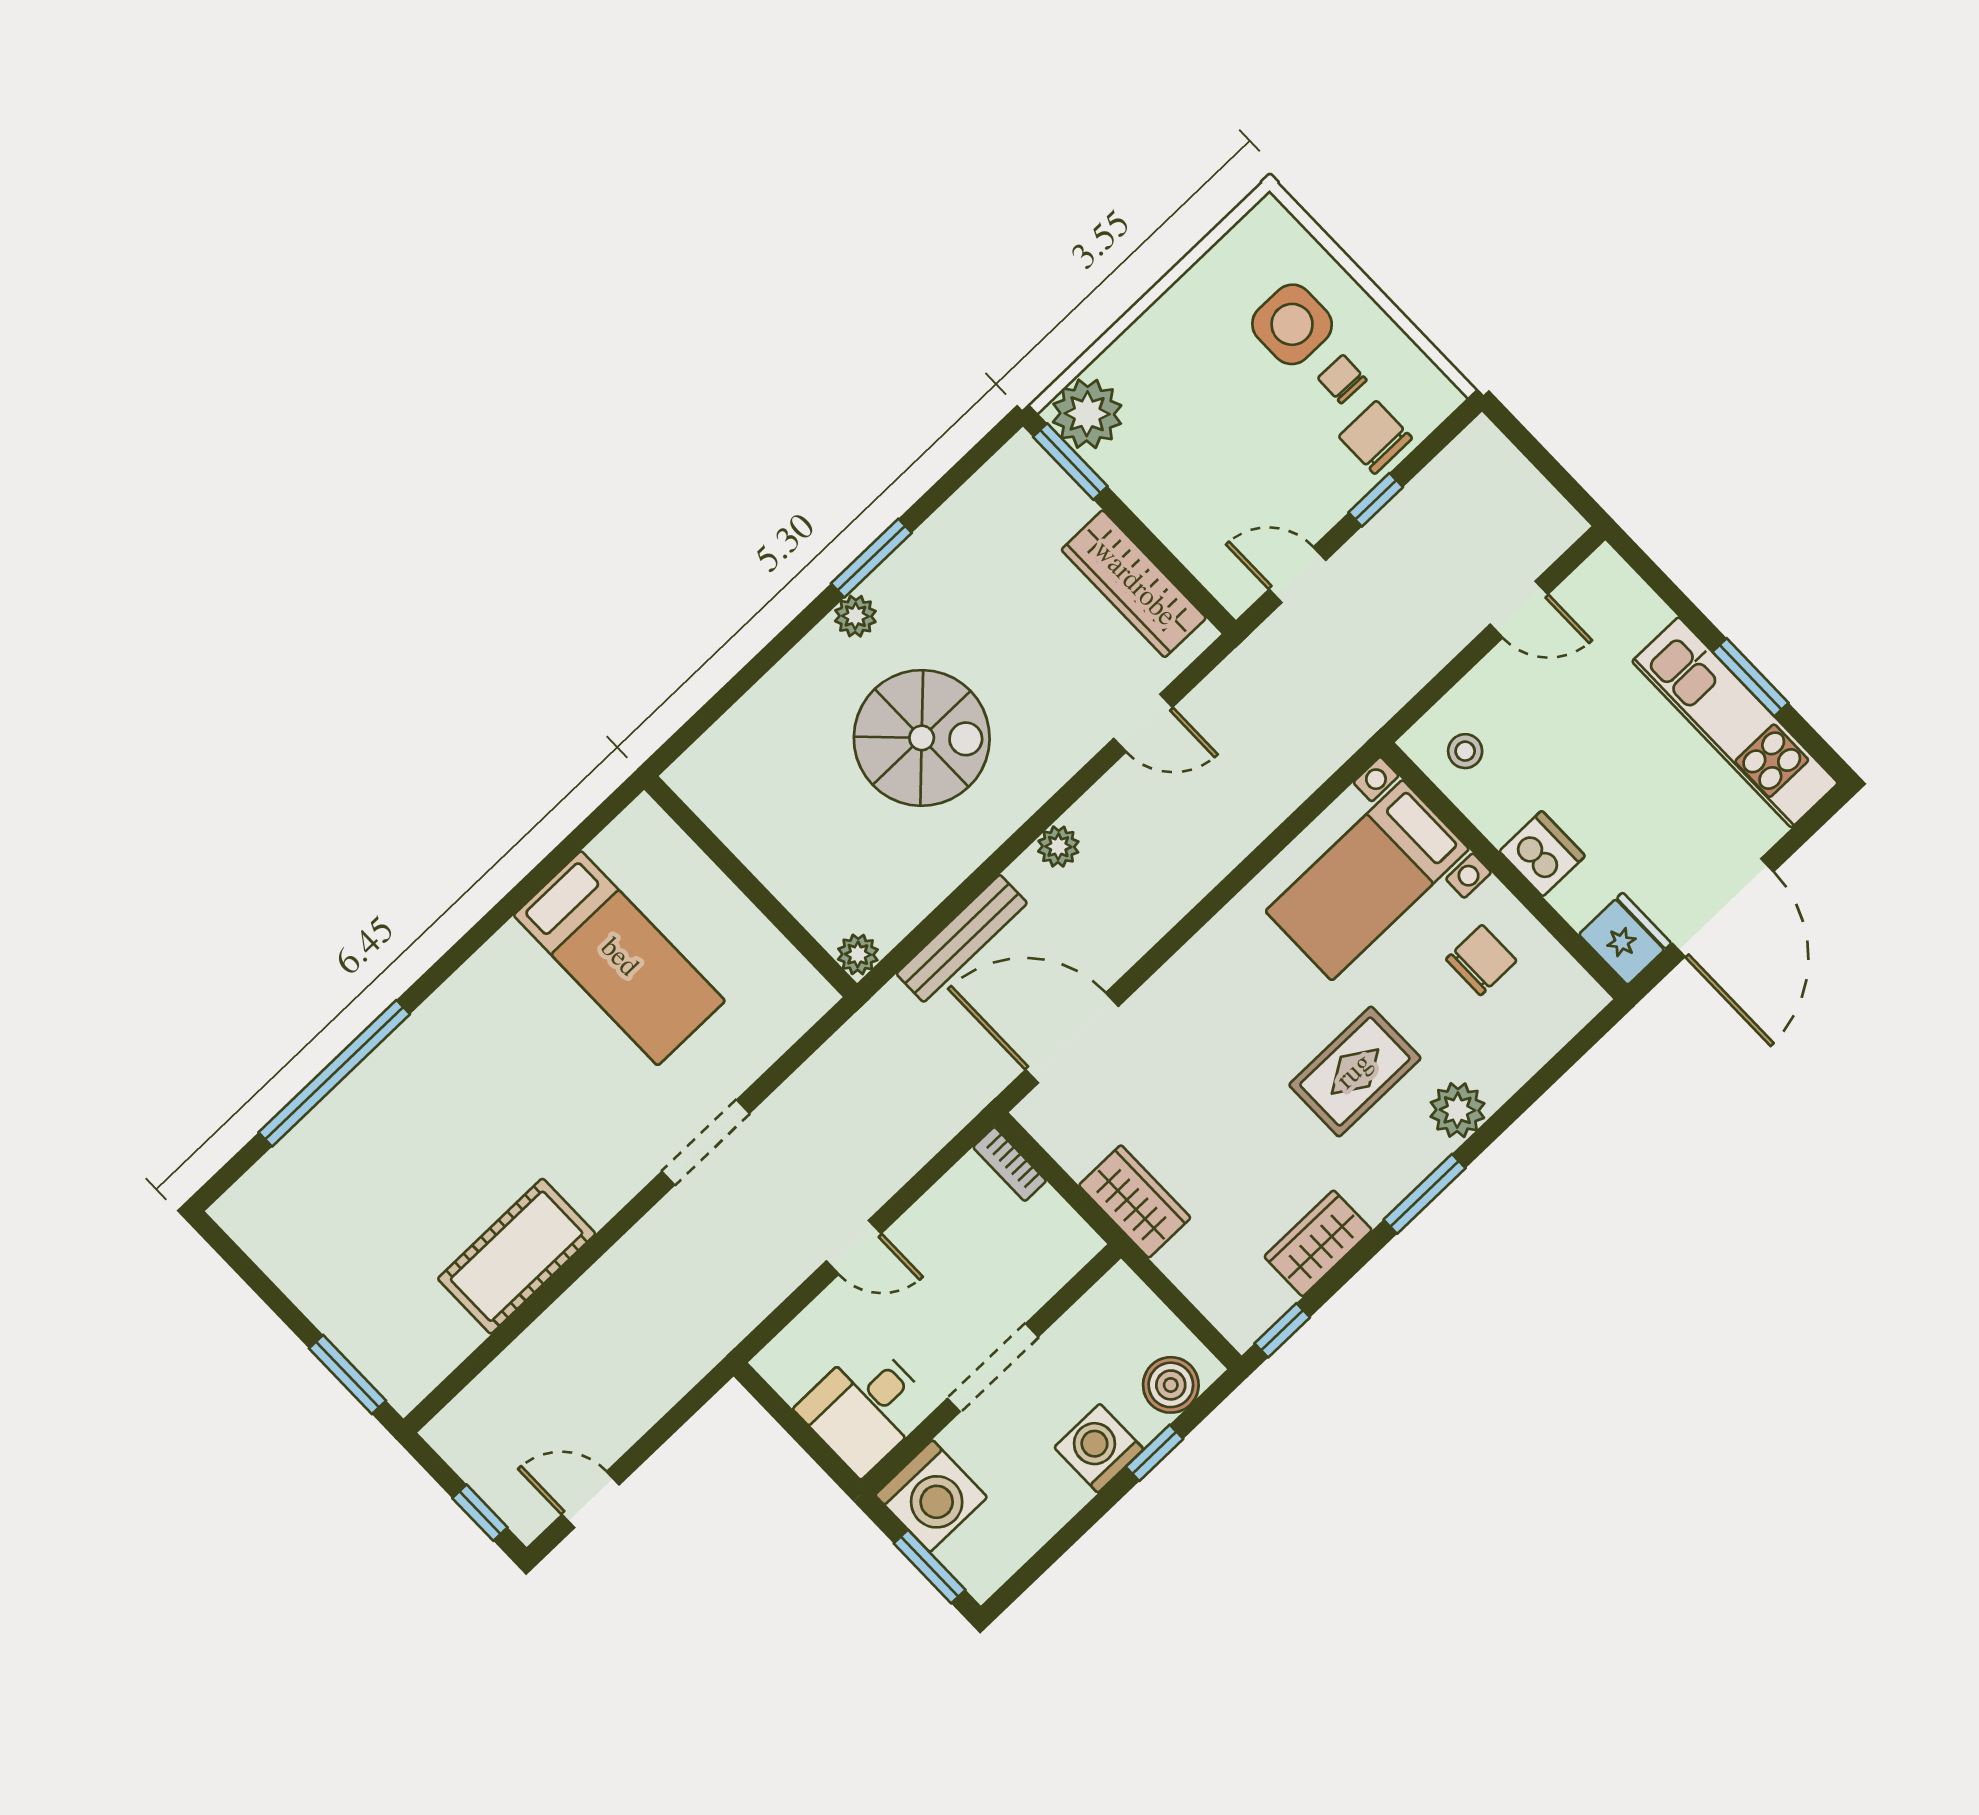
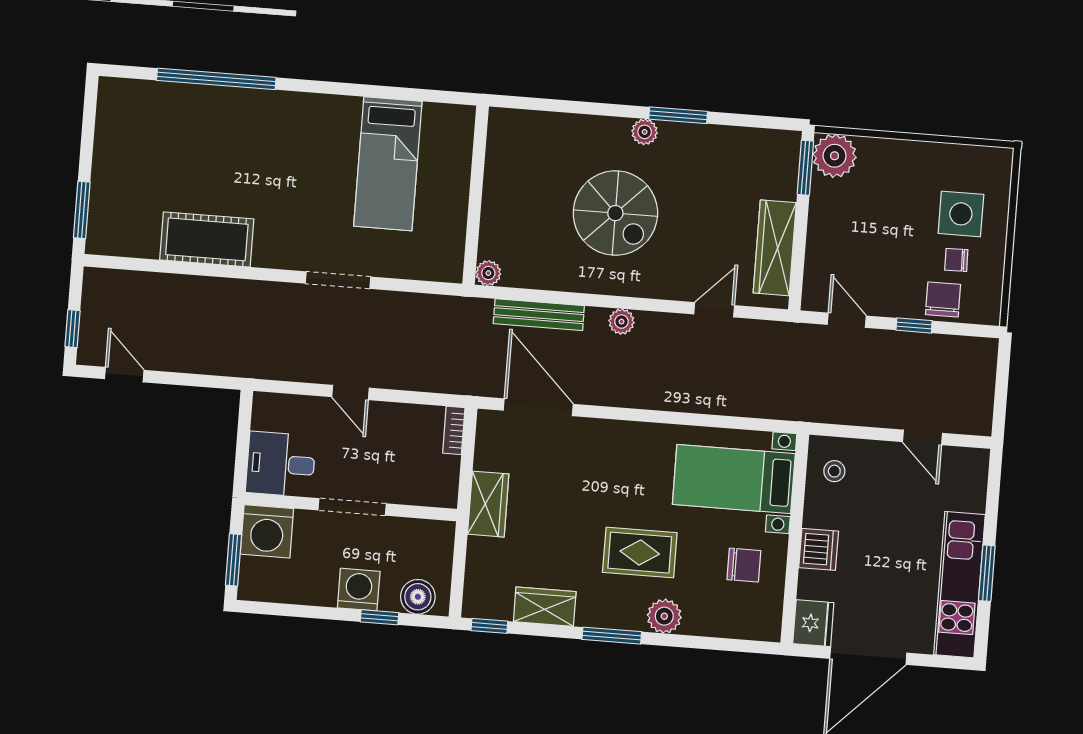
chair: (1342, 379) -> (956, 260), turned -92
door: (1143, 723) -> (714, 310), swing flipped

